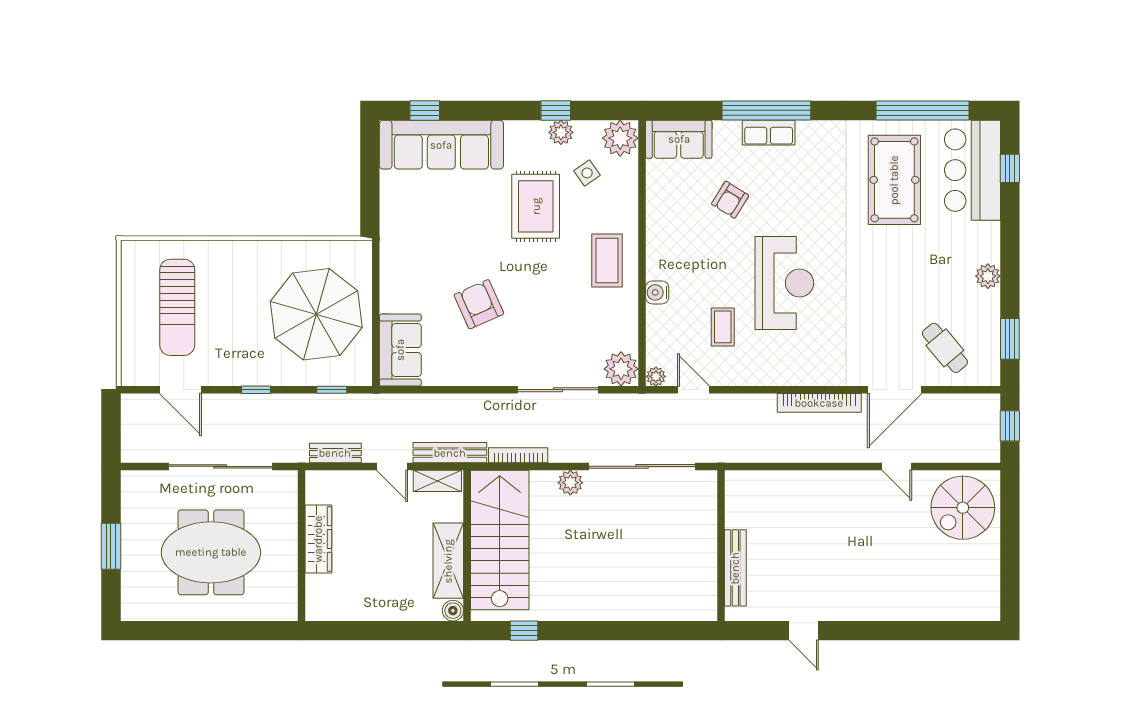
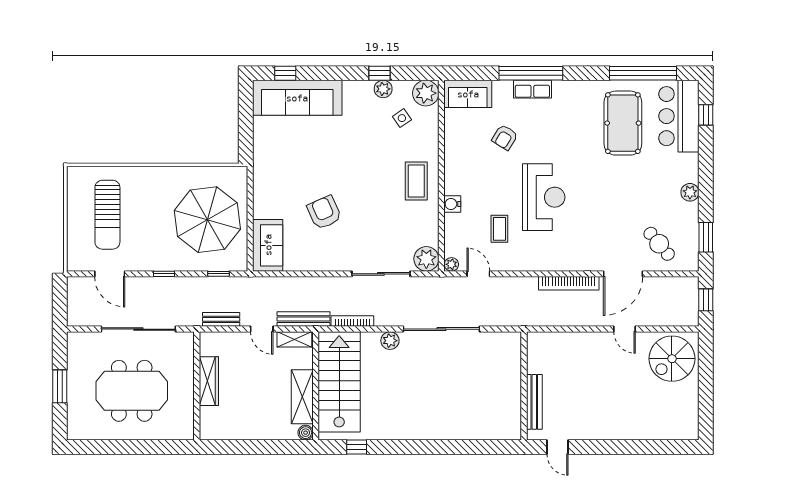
rug: (536, 206) -> (365, 142), removed
wall: (721, 546) -> (524, 386), moved
bench: (735, 568) -> (534, 402), moved

